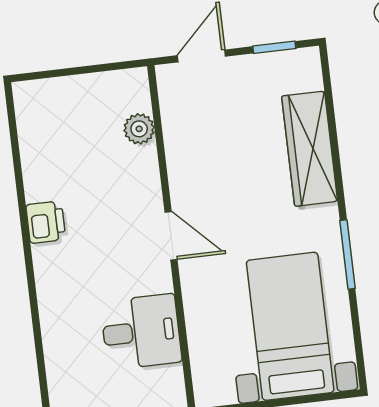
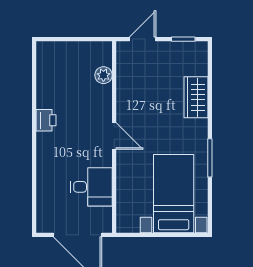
wardrobe: (310, 149) -> (196, 97), width x0.67

